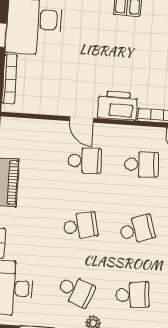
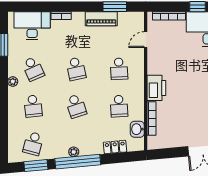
door: (82, 120) -> (146, 40), moved
school desk: (76, 291) -> (33, 69), turned -45

